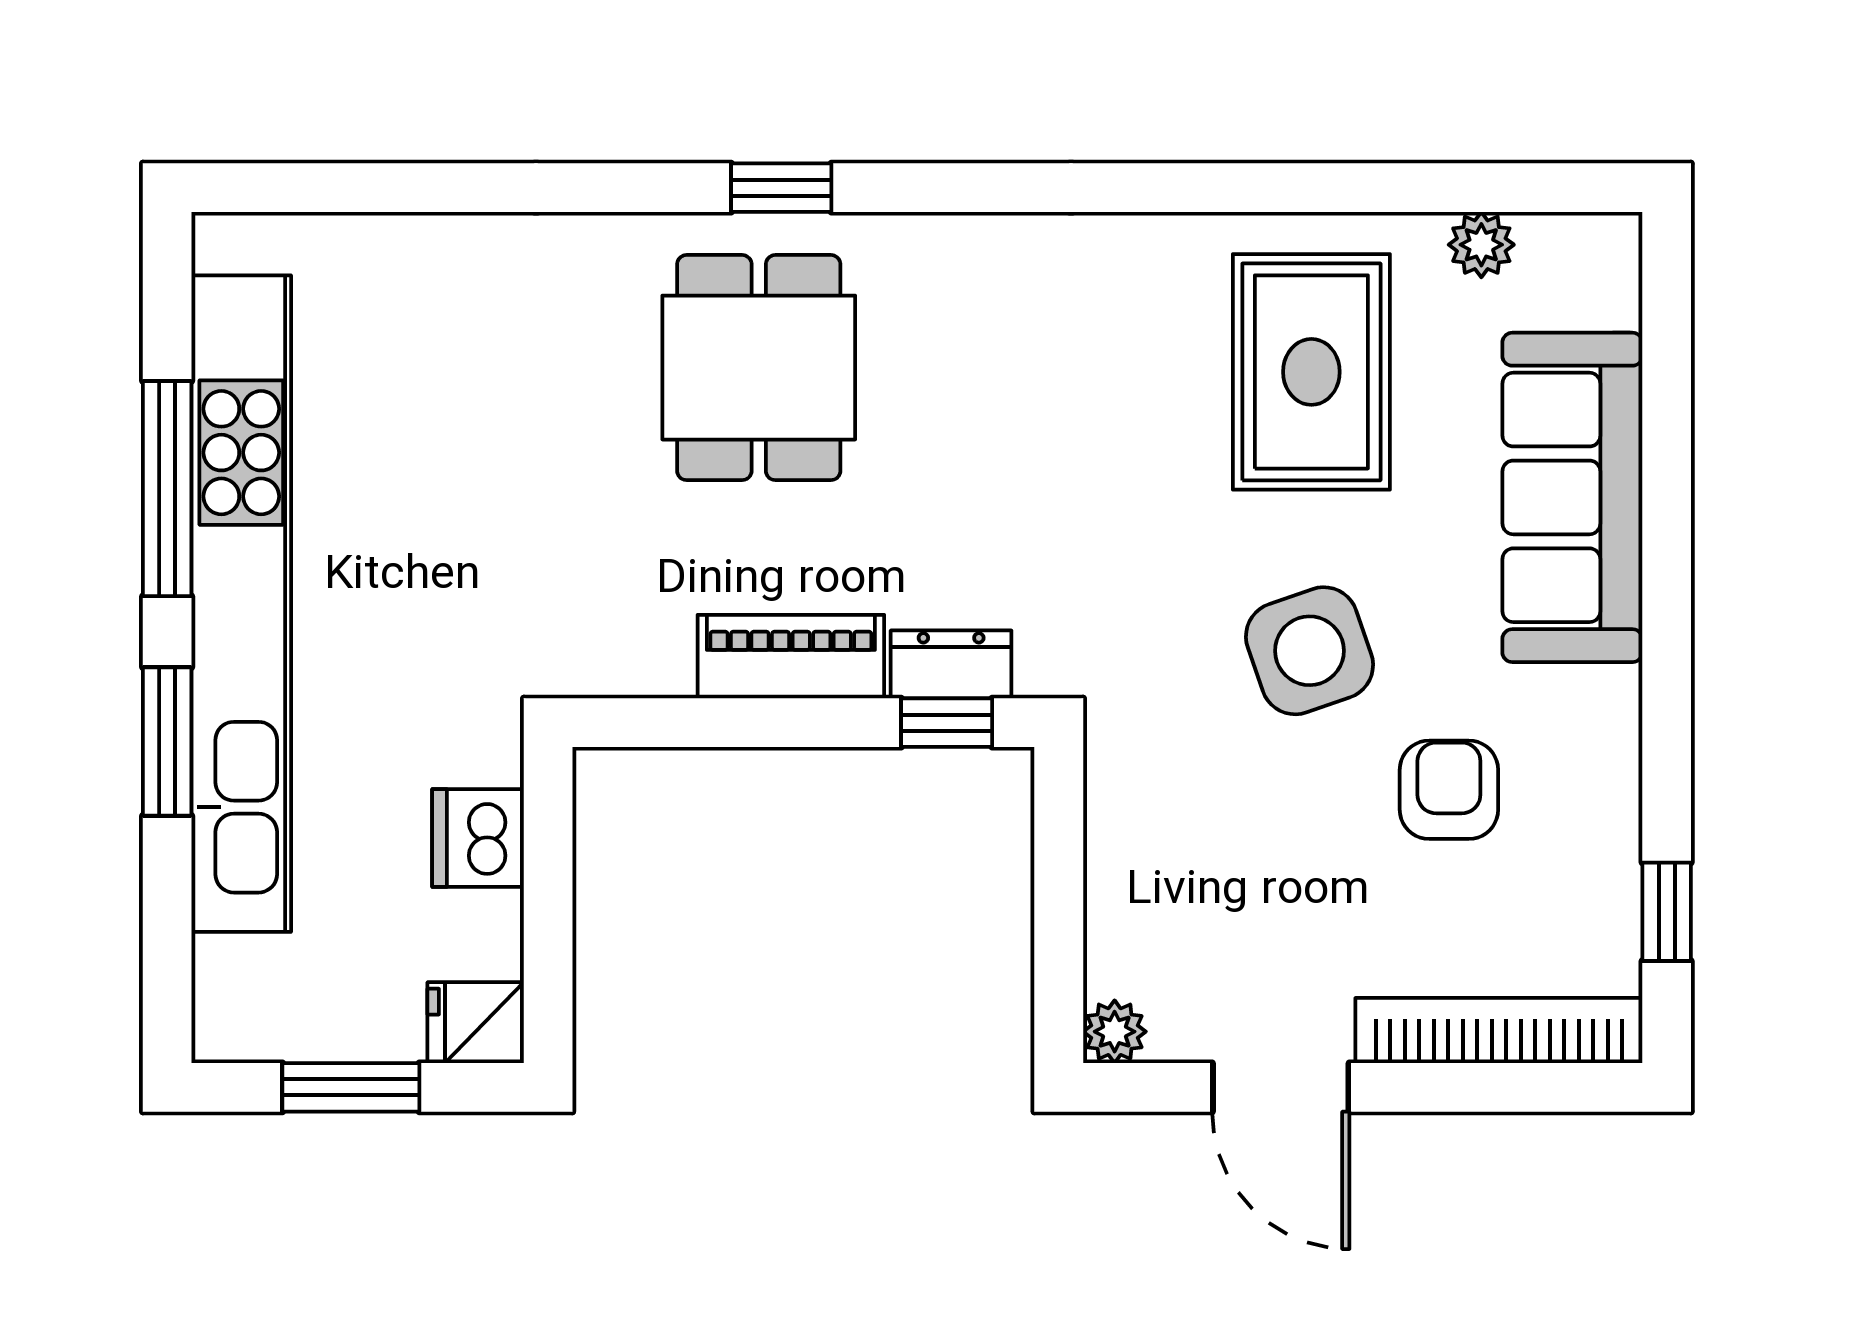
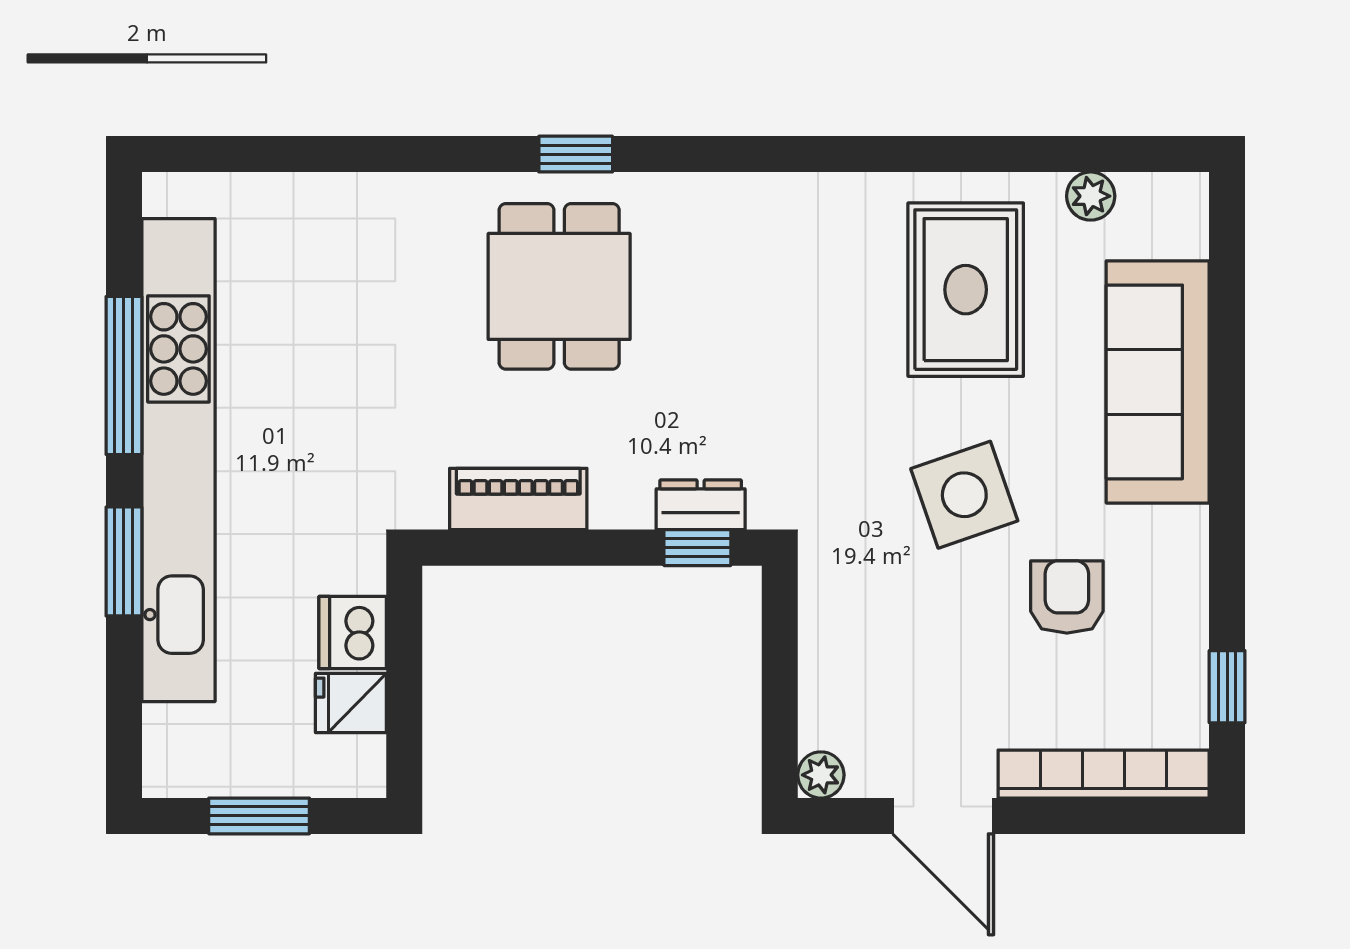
piano: (791, 657) -> (518, 499), moved
fridge: (476, 1023) -> (351, 703), moved

